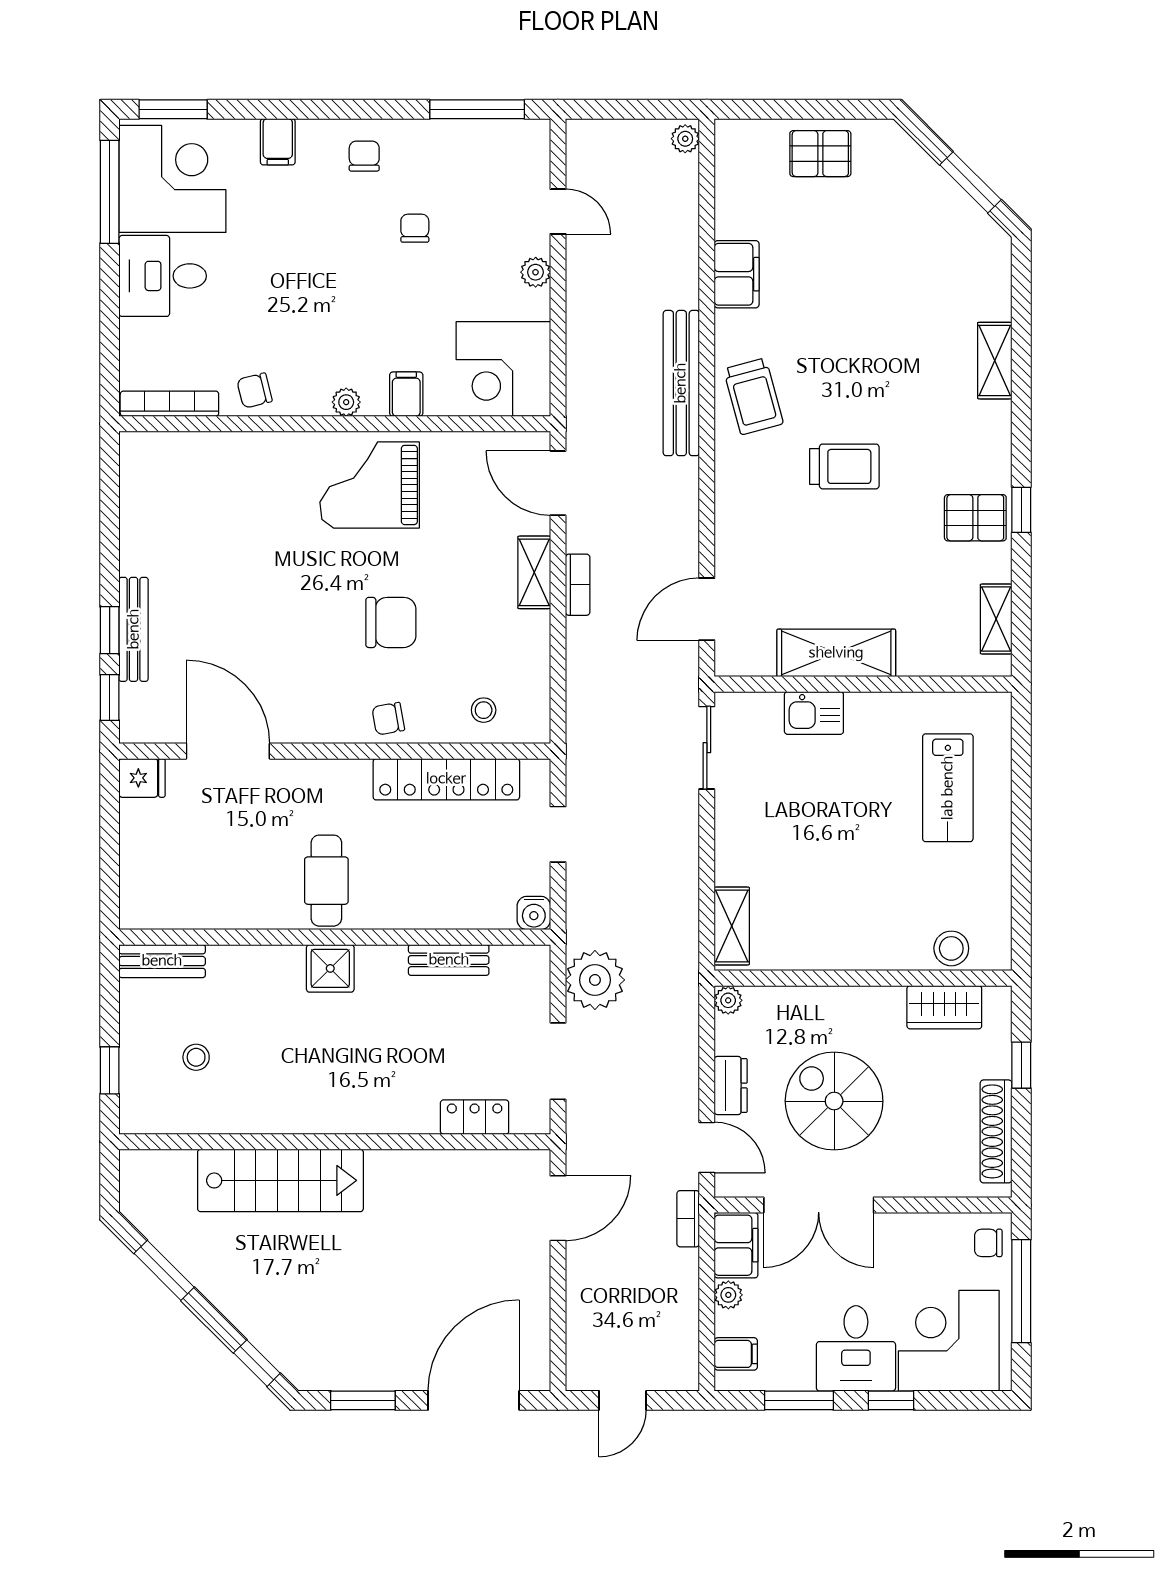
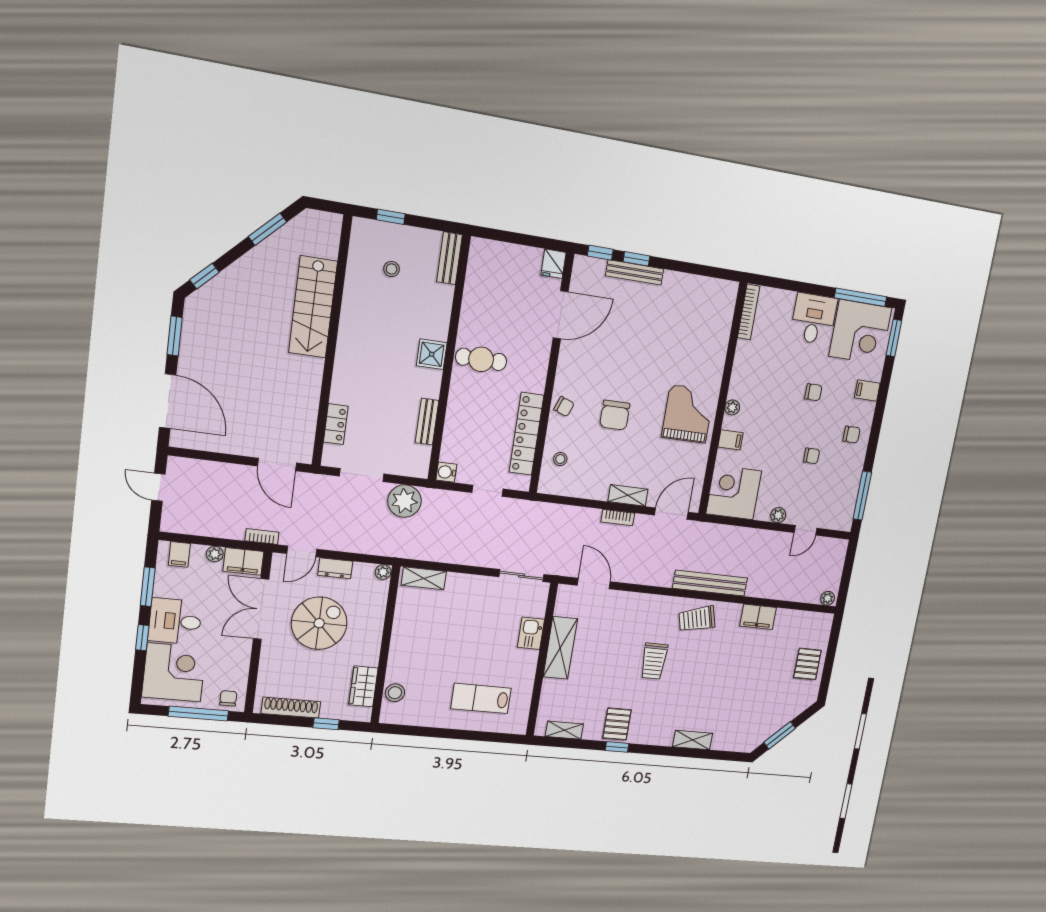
chair: (255, 391) -> (813, 392), moved, turned 104
chair: (388, 719) -> (564, 407), turned 121

